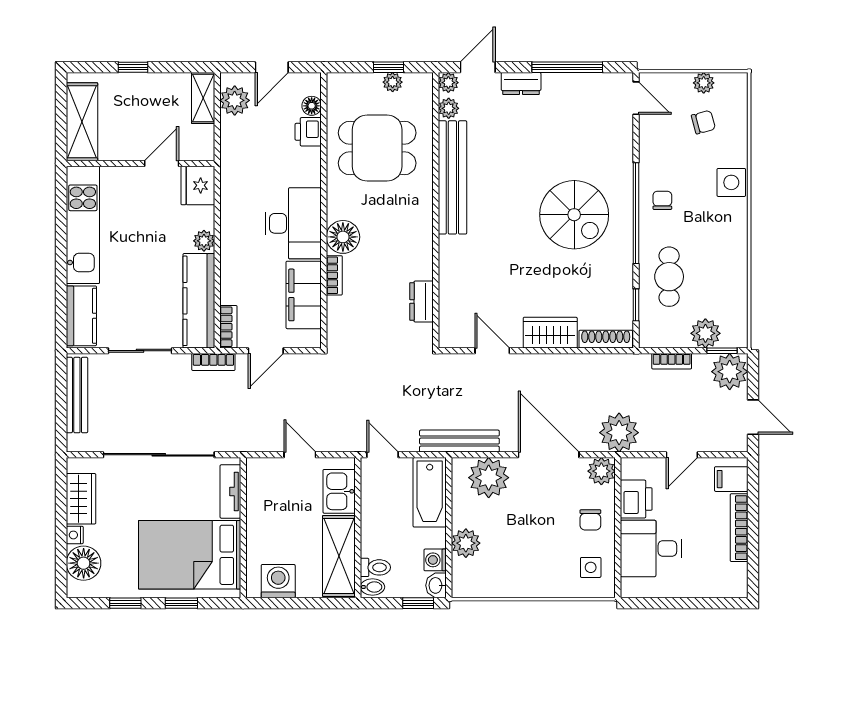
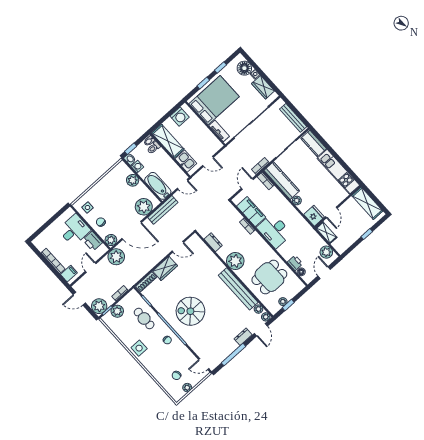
shelving: (203, 98) -> (326, 233), moved
side table: (731, 182) -> (139, 348), moved
plant: (412, 232) -> (235, 261), added
floor lamp: (343, 237) -> (255, 240), removed

